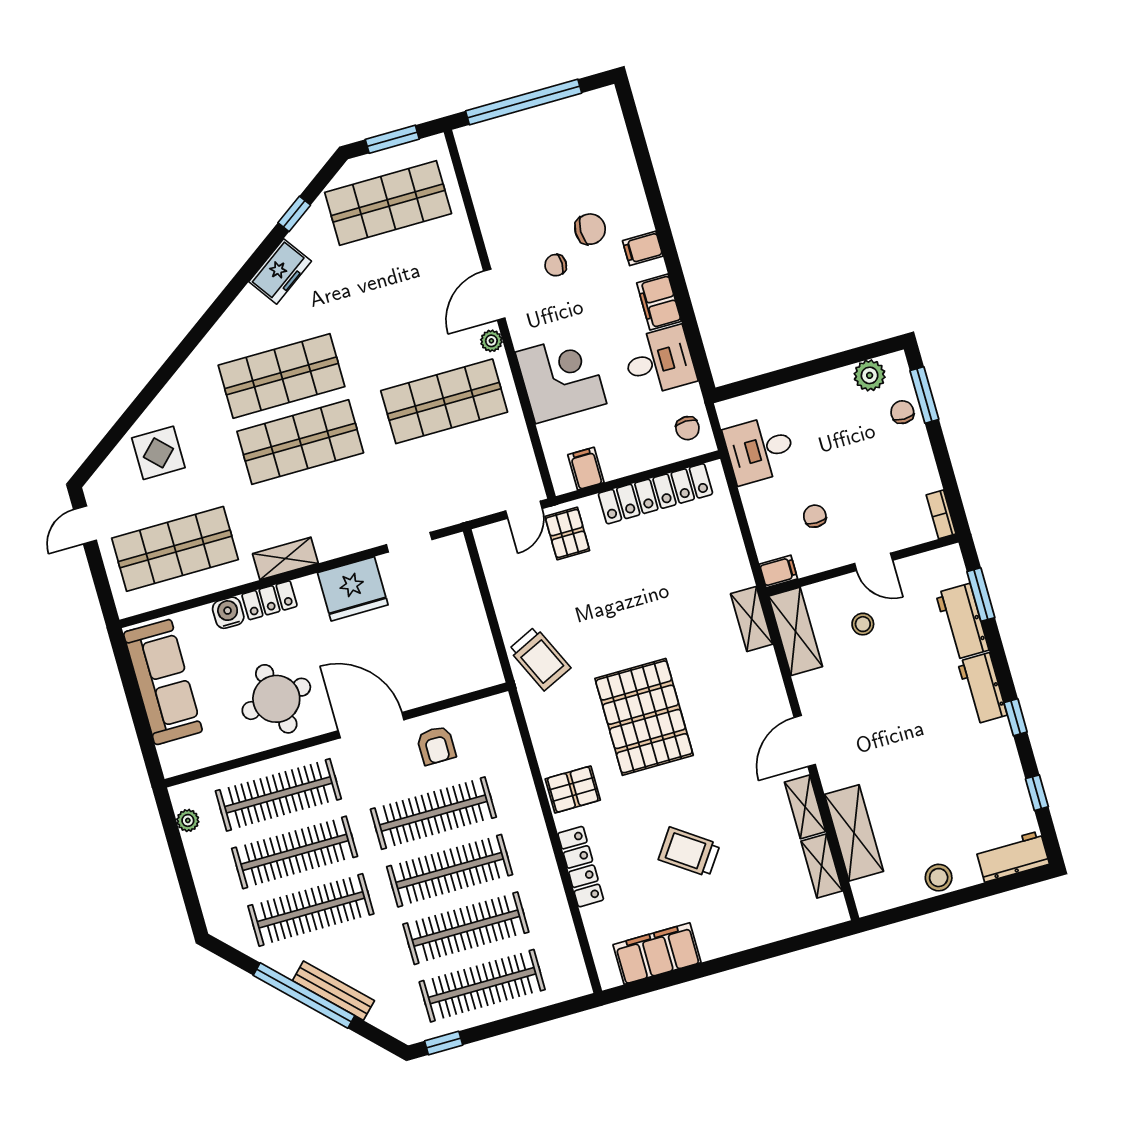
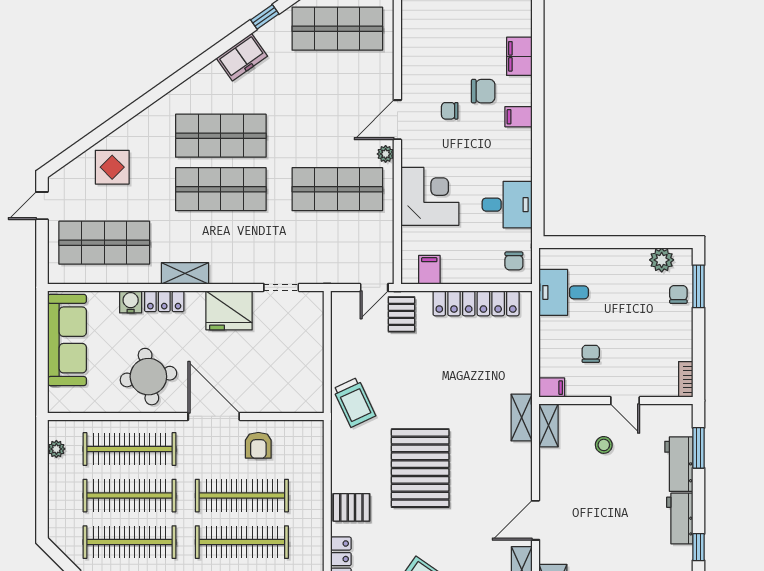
filing cabinet: (659, 302) -> (519, 56), moved
shelving: (795, 631) -> (549, 425), width x0.67, depth x0.75

